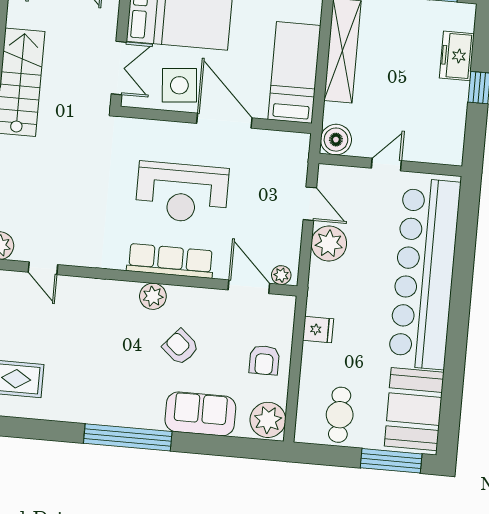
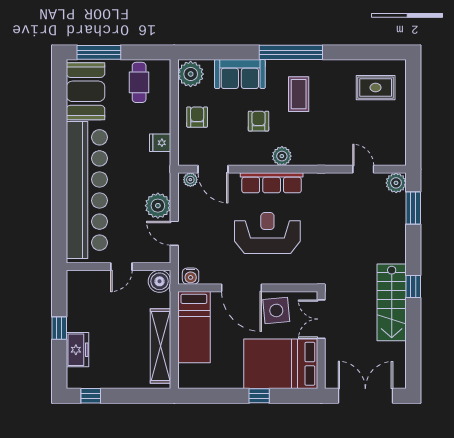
water cooler: (293, 143) -> (191, 276), added
armchair: (181, 347) -> (259, 121), turned -131
coffee table: (122, 379) -> (299, 94), added

